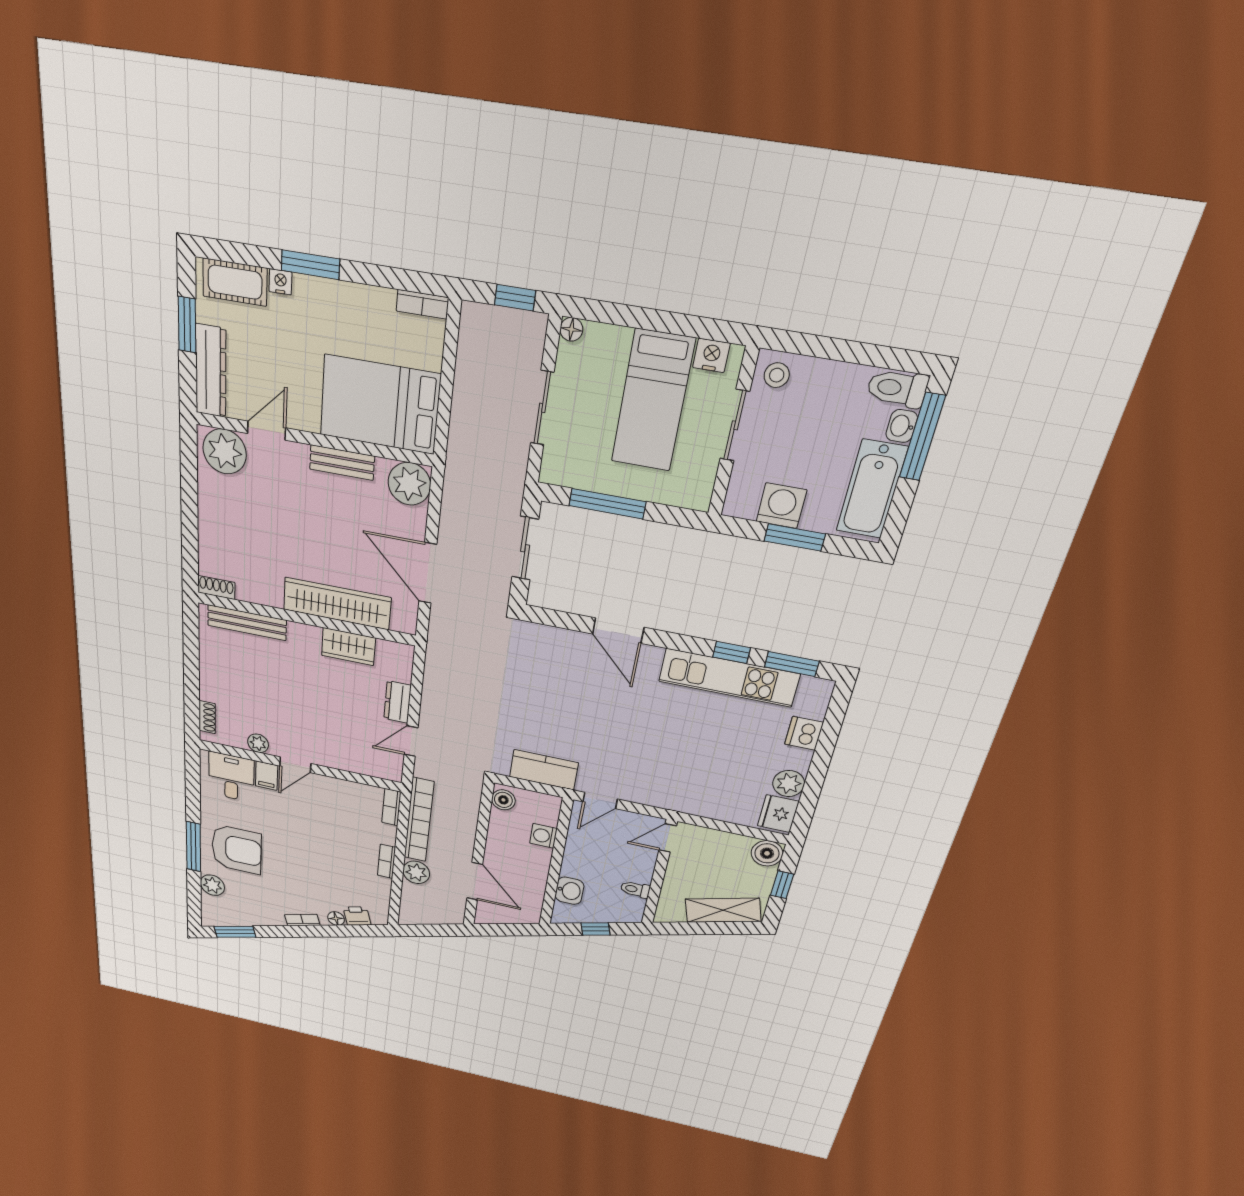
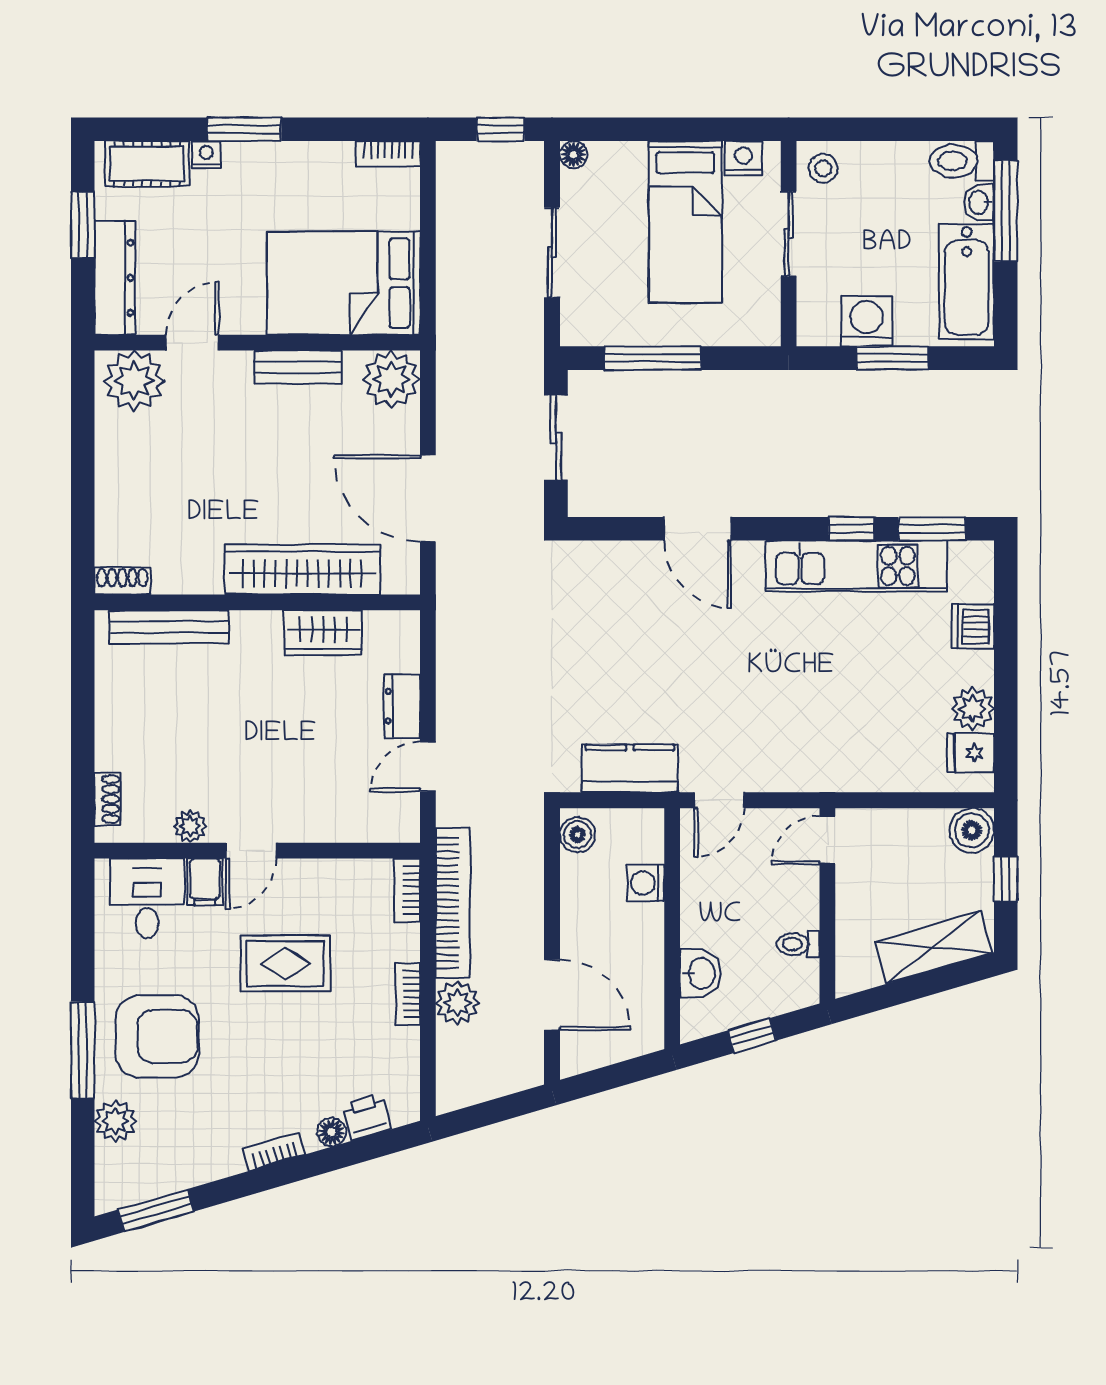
fridge: (778, 814) -> (971, 753), width x0.72
rug: (314, 829) -> (285, 964), added

